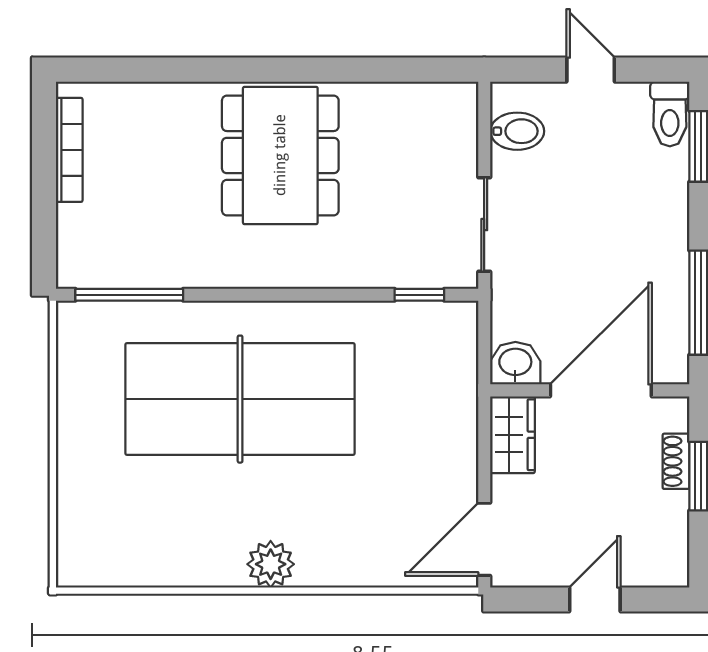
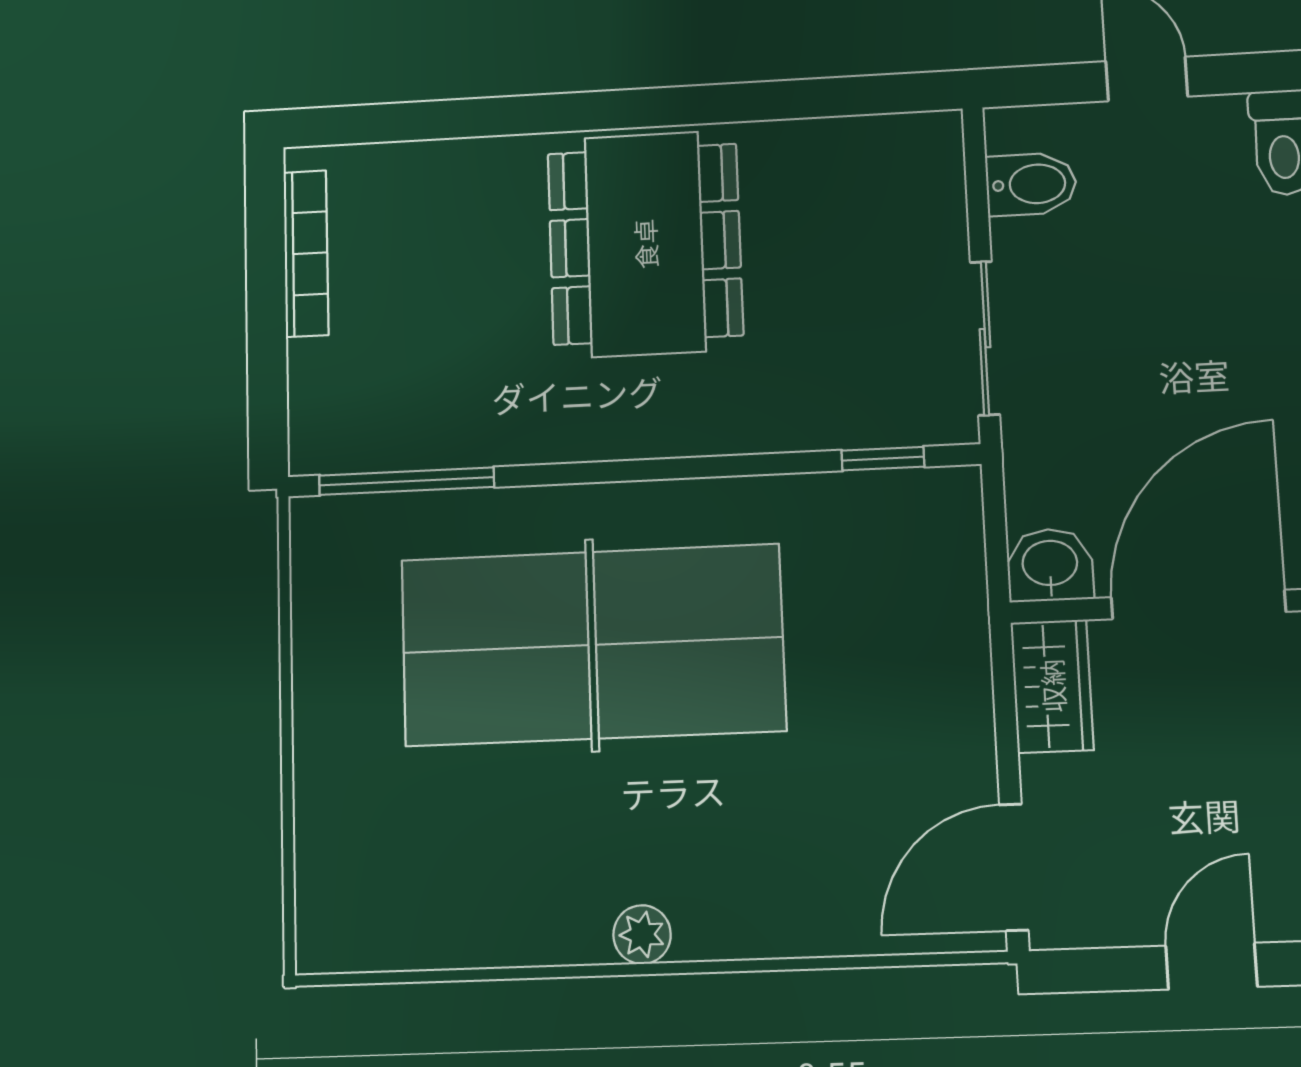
plant: (271, 564) -> (642, 935), width x0.73, depth x0.73

